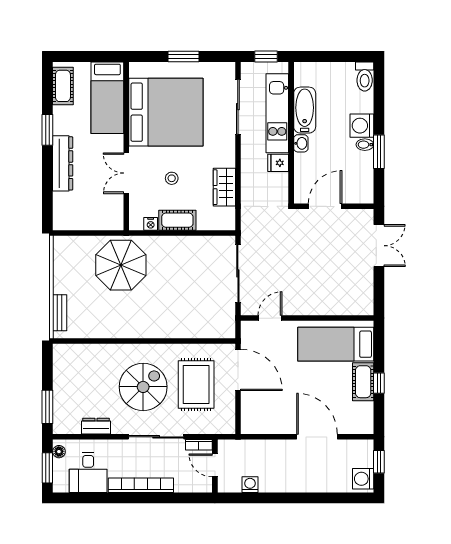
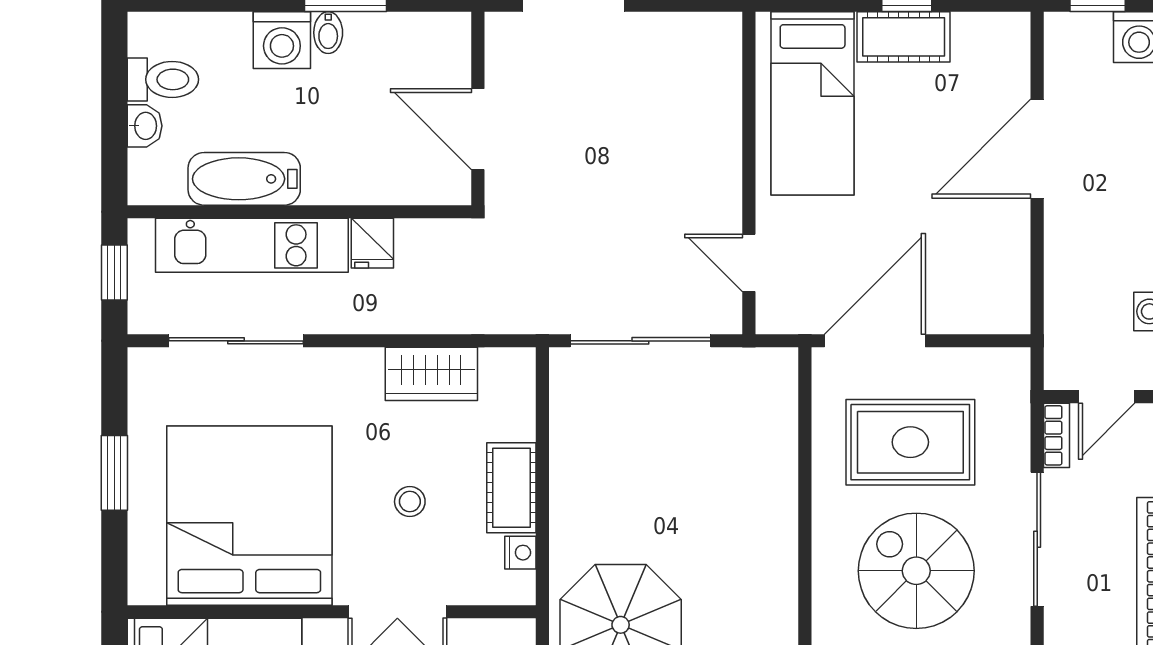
toilet: (365, 77) -> (163, 79), moved
washbasin: (301, 143) -> (145, 126), moved, turned 90

